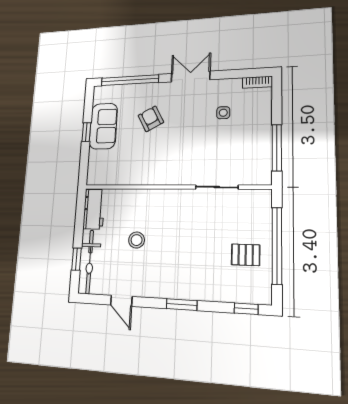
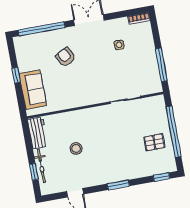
sofa: (103, 126) -> (33, 90), moved
bicycle: (90, 262) -> (41, 166), width x0.73, depth x0.71

